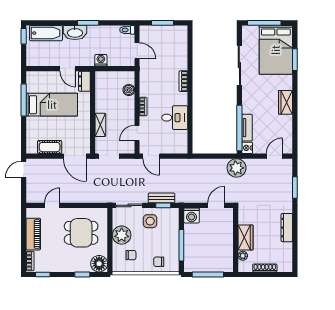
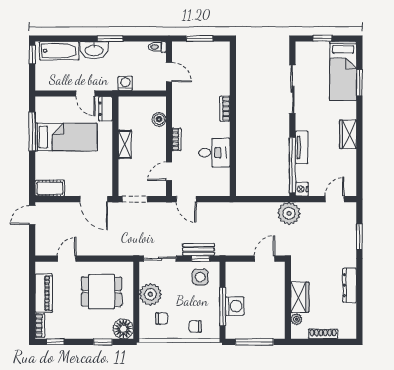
window: (264, 23) -> (322, 38), width x0.46
bed: (276, 50) -> (343, 71), width x0.67
shelving: (100, 125) -> (125, 144), moved
tv unit: (247, 128) -> (302, 147), moved
cot: (50, 147) -> (50, 188), moved
washing machine: (191, 216) -> (235, 306), moved, turned -90
side table: (150, 221) -> (200, 277), moved

